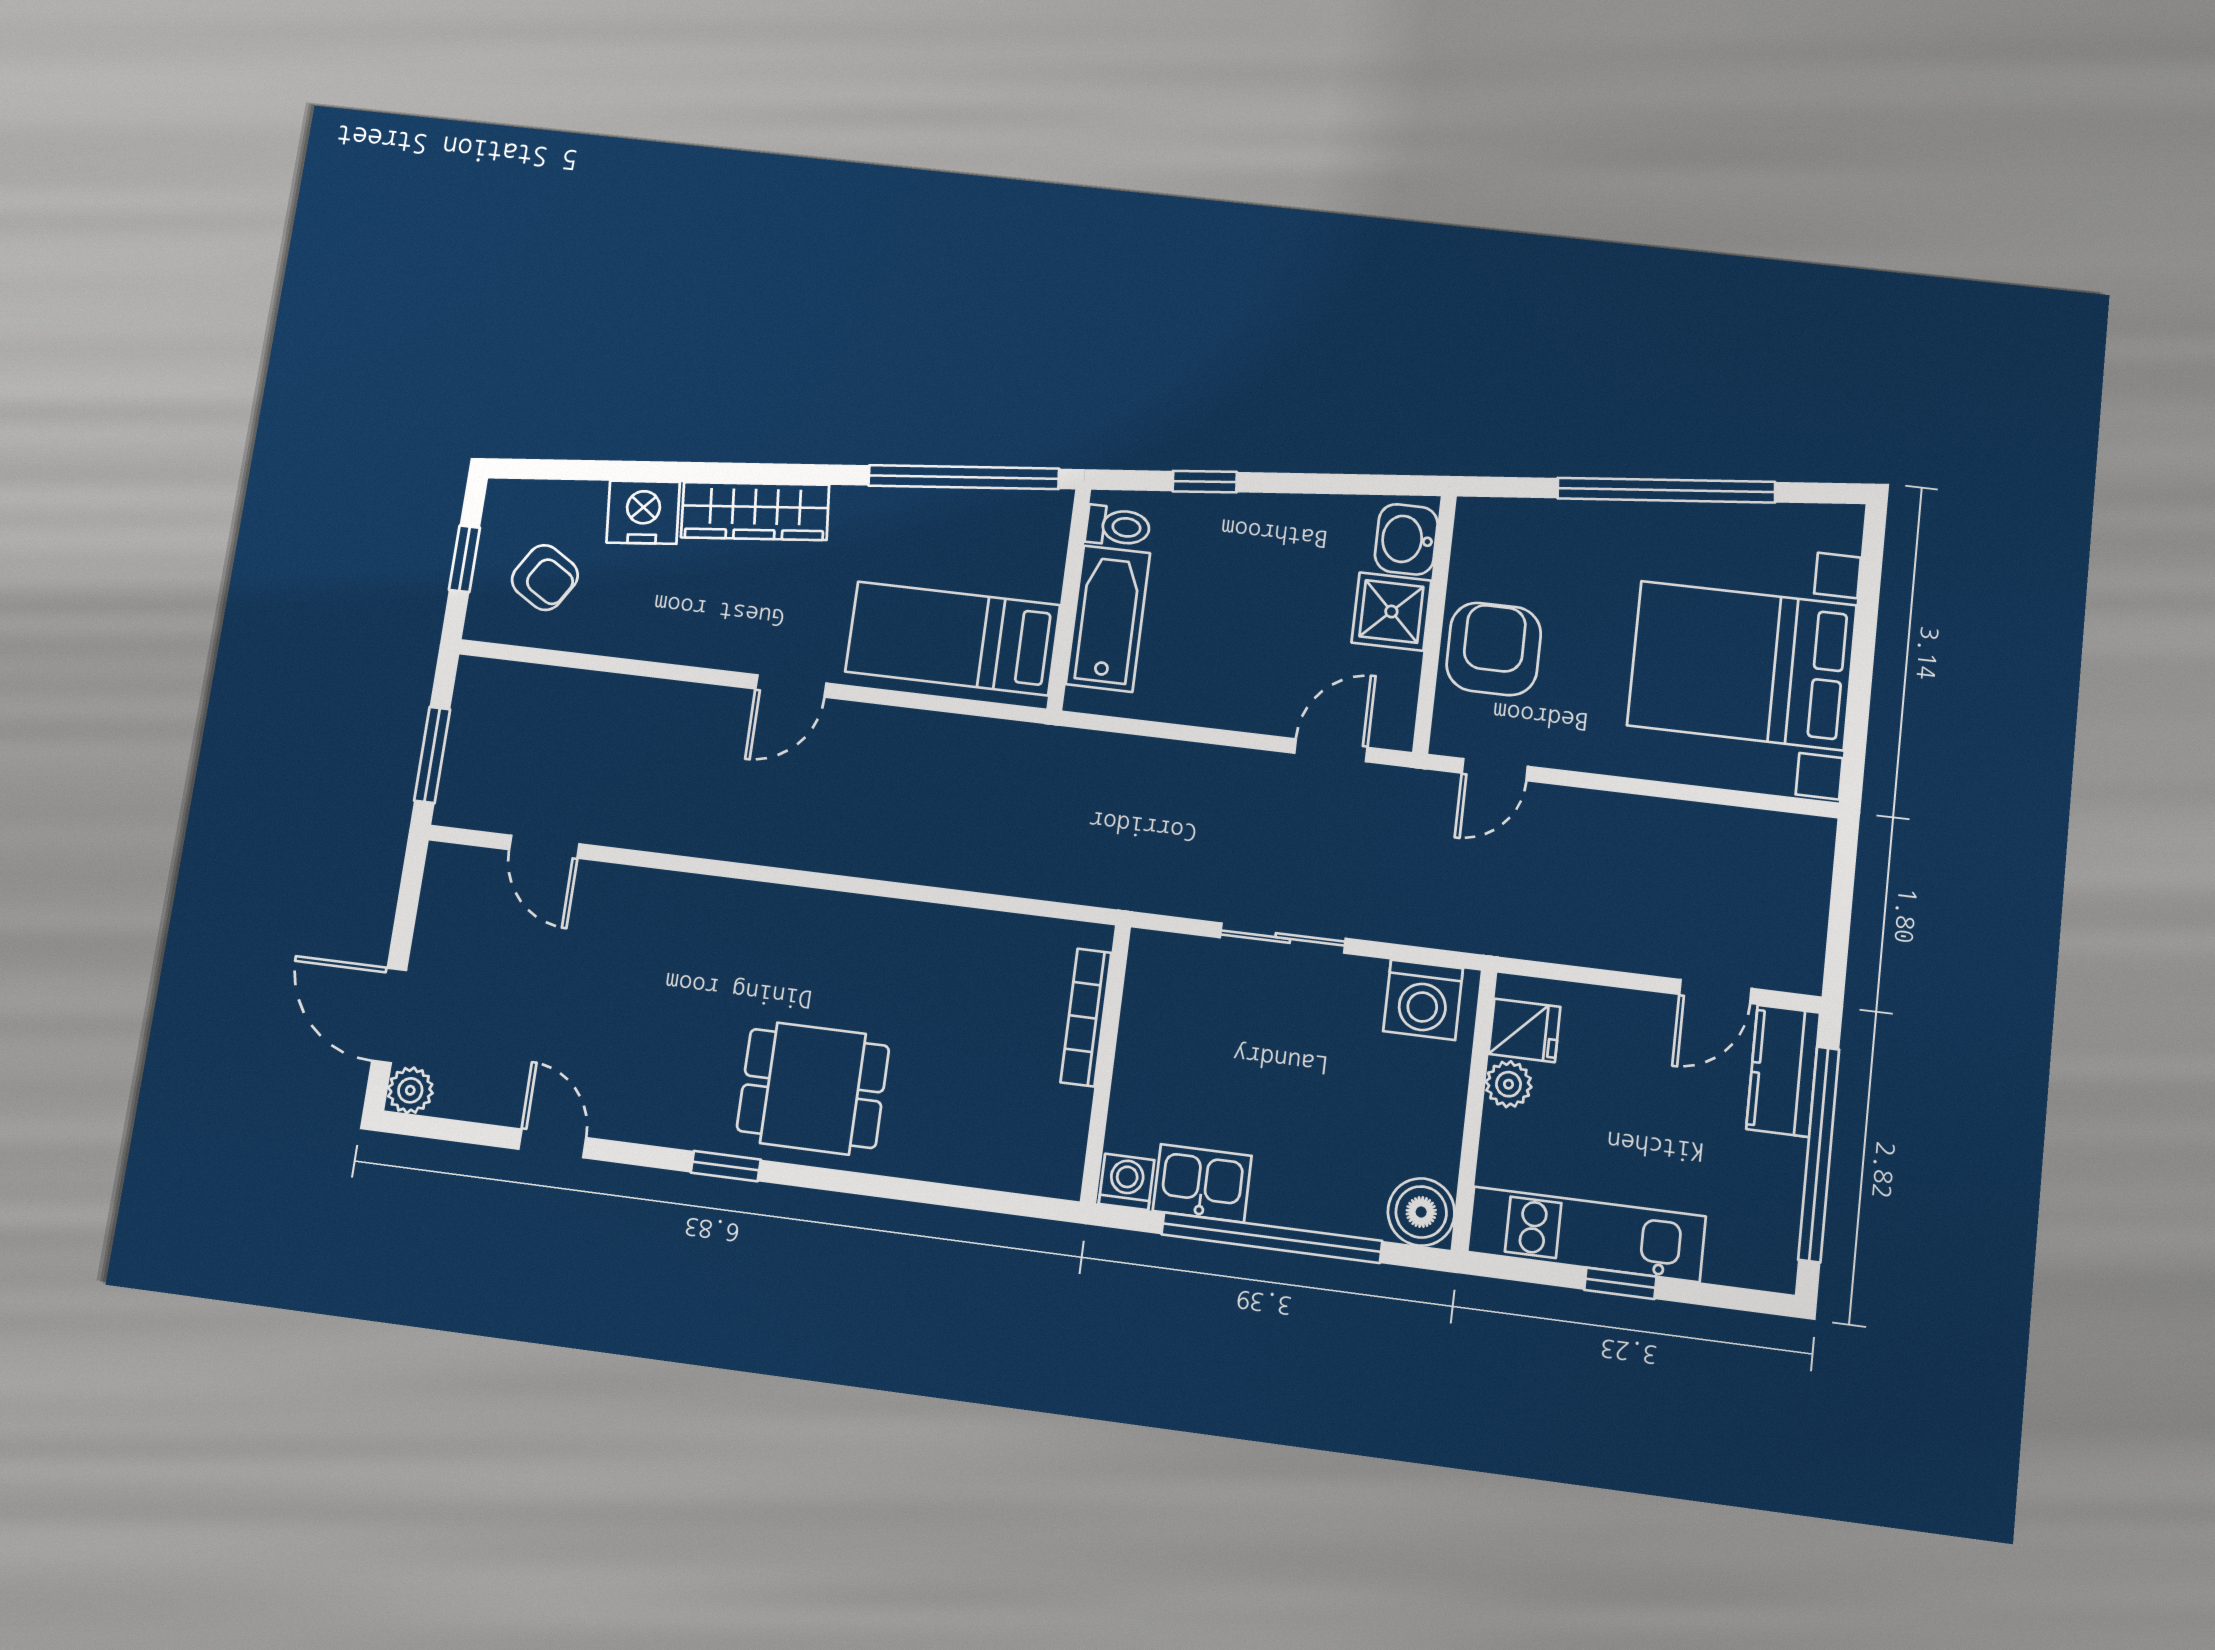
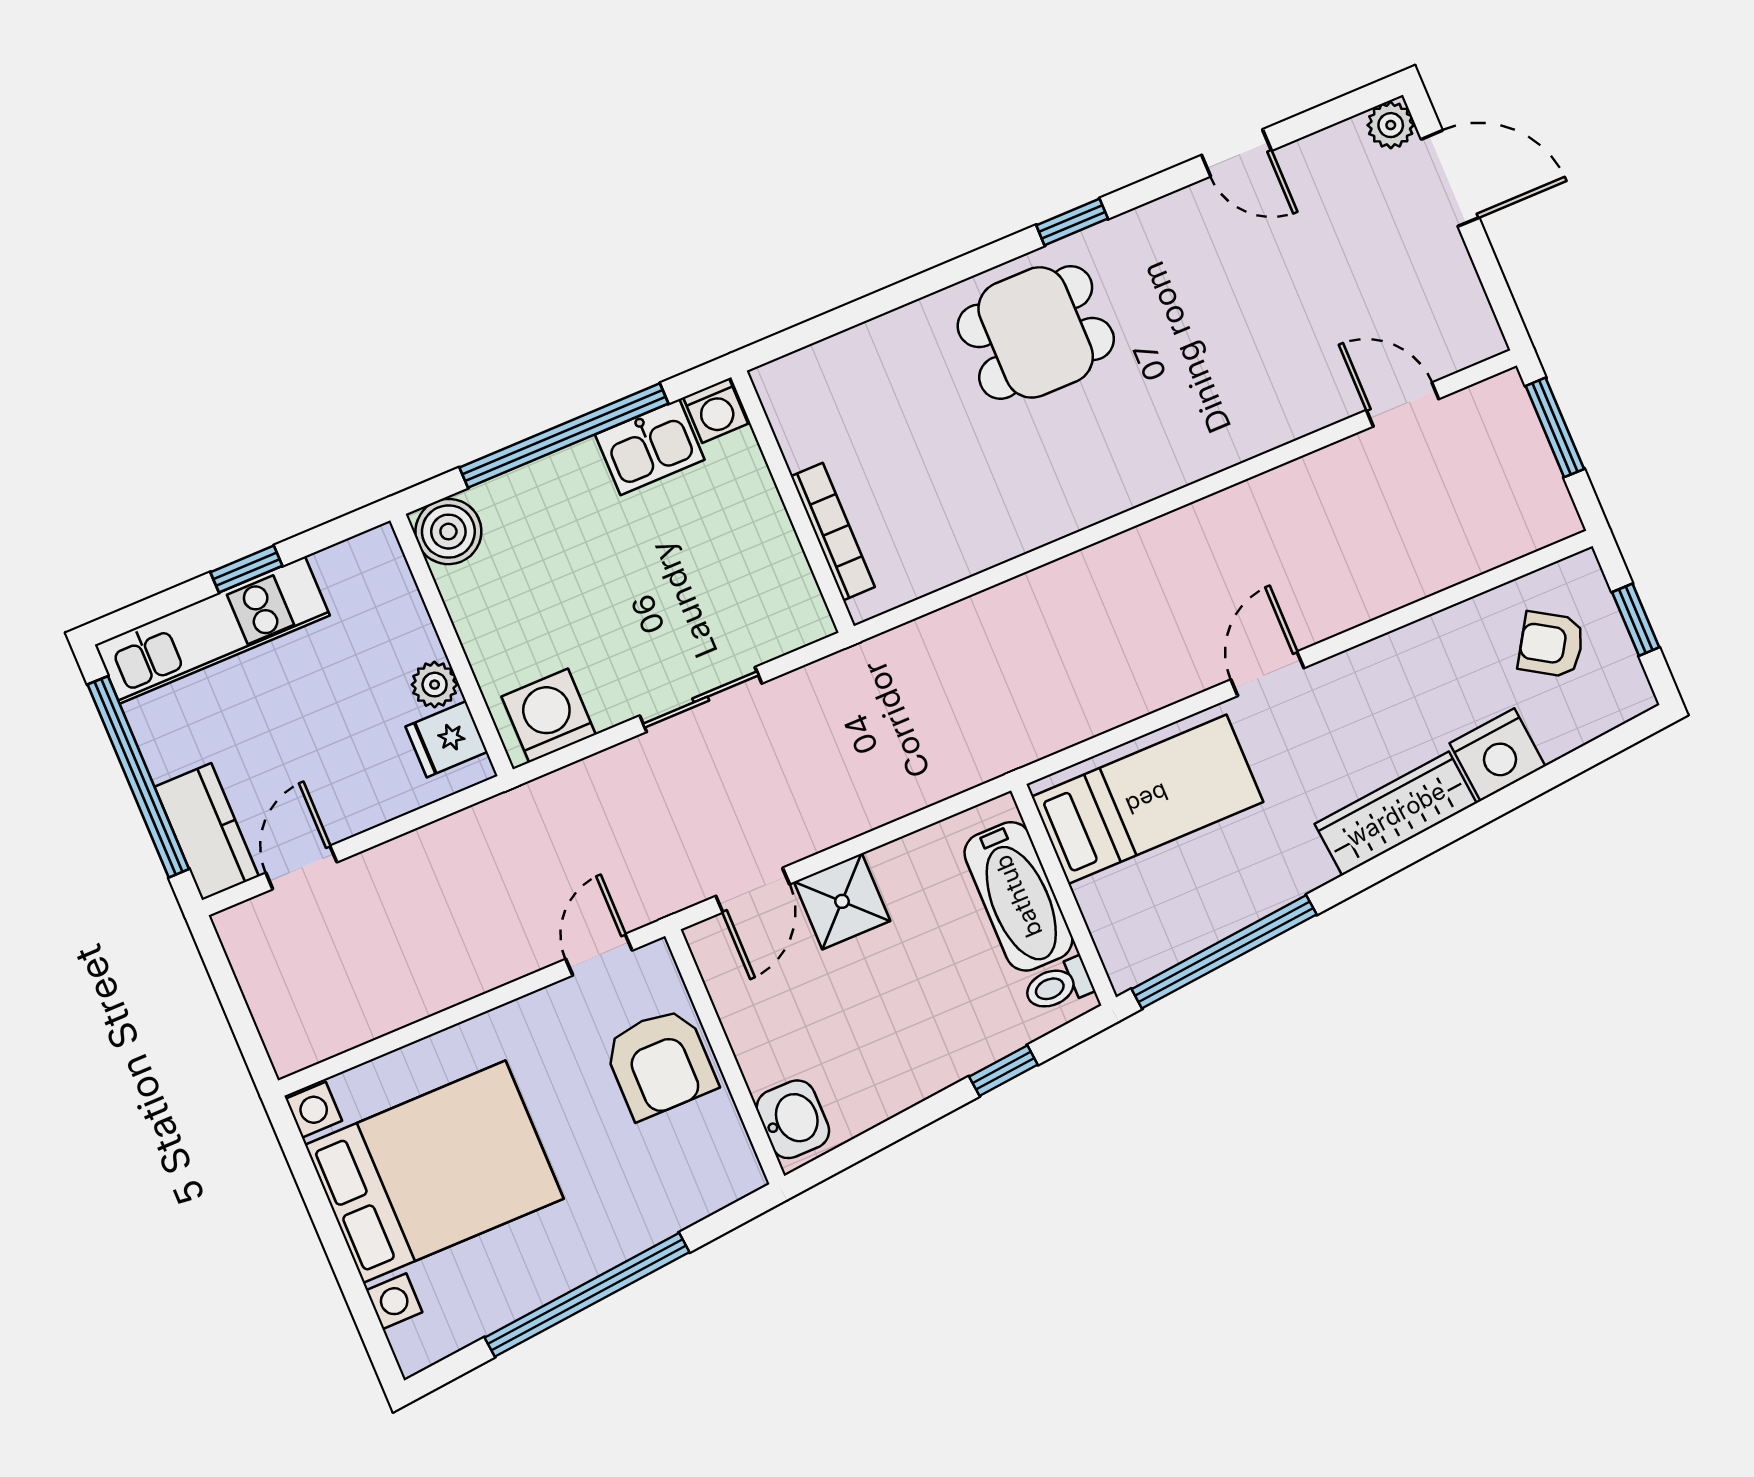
shower: (1391, 612) -> (842, 901), moved
kitchen unit: (1586, 1234) -> (212, 630), moved

